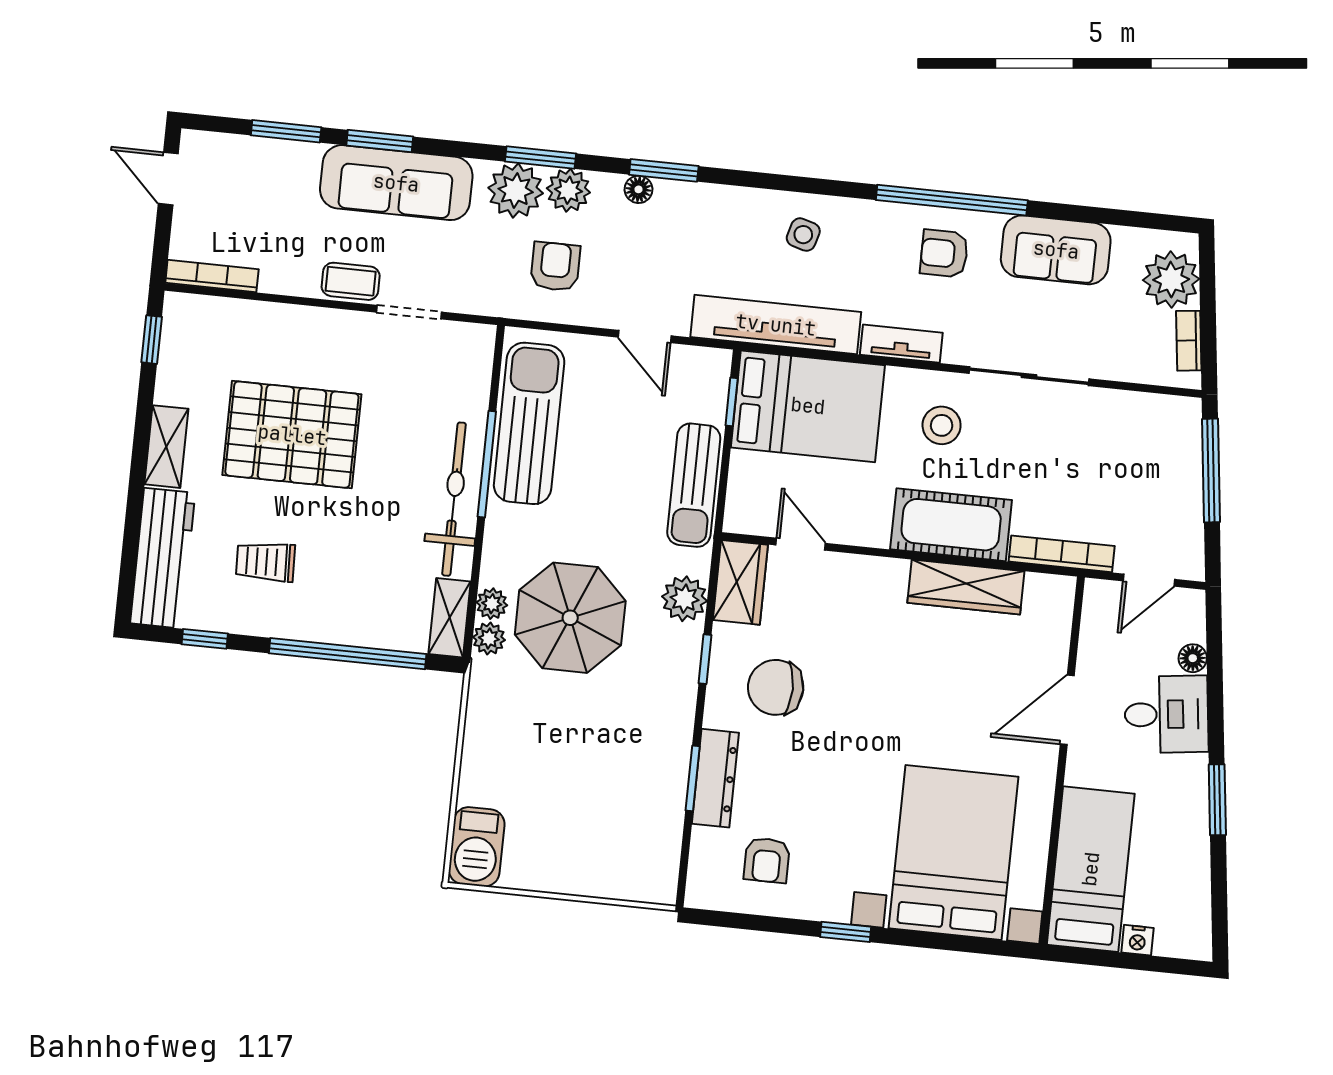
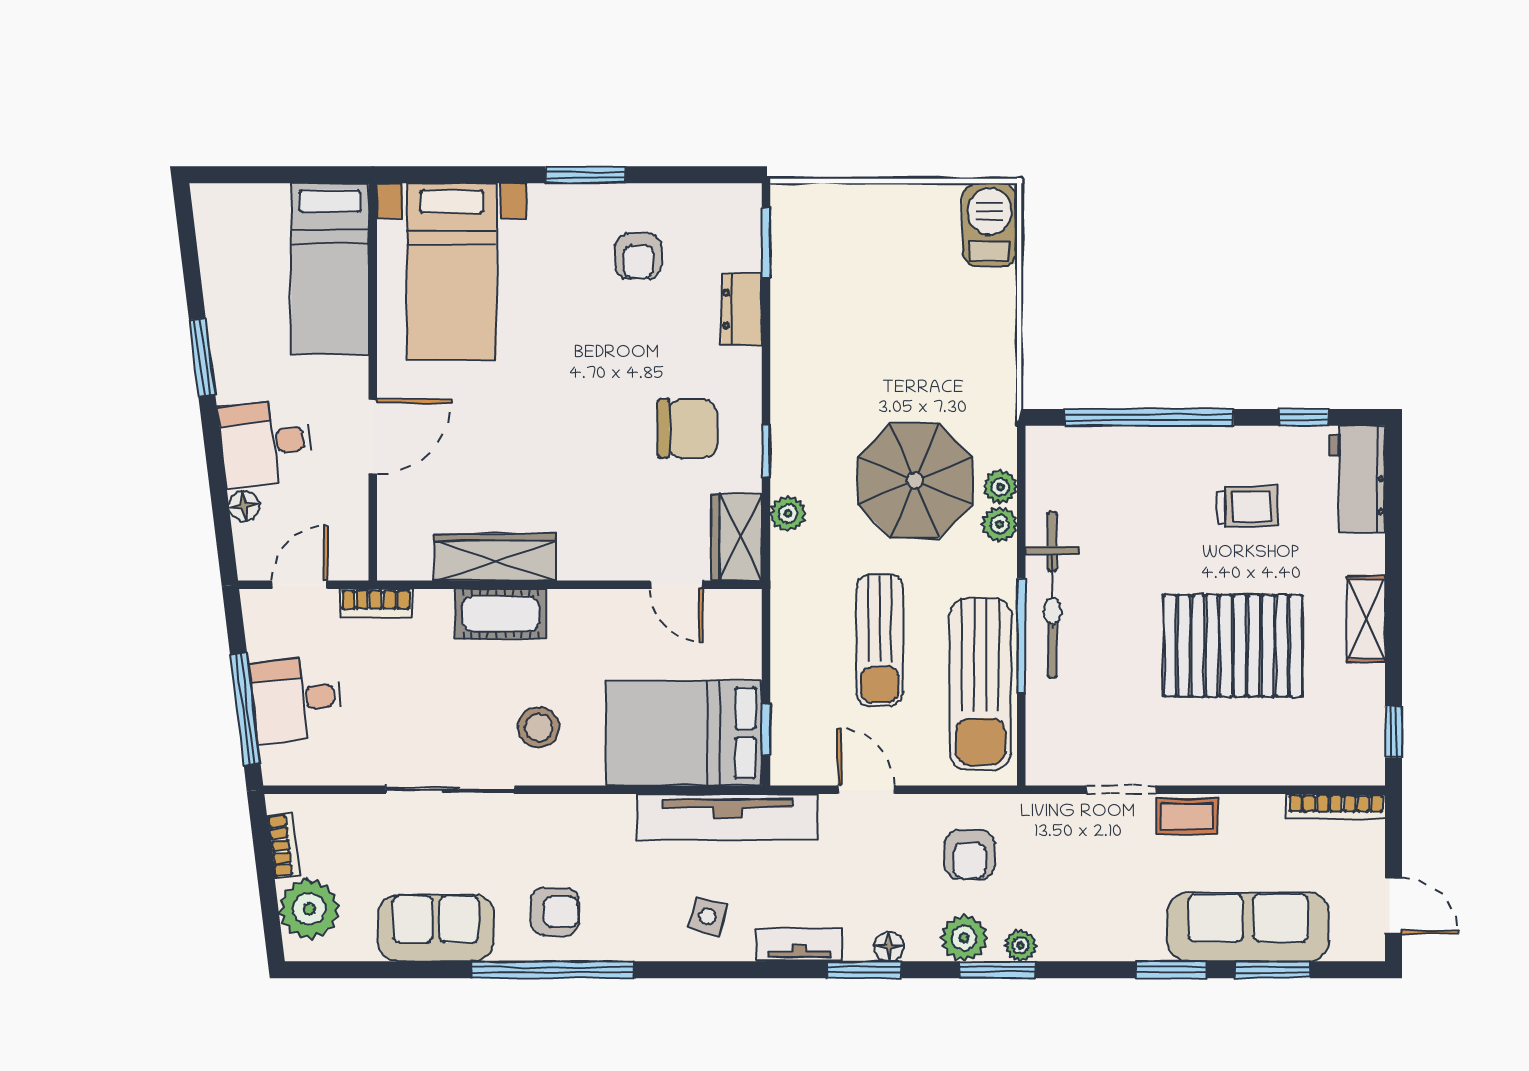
sofa: (396, 183) -> (1248, 927), moved
plant: (516, 191) -> (1021, 945), width x0.53, depth x0.53
tv unit: (901, 344) -> (799, 945), moved, turned 180
desk: (1163, 475) -> (297, 699), added
sun lounger: (694, 485) -> (880, 640), moved, turned 180
cot: (951, 525) -> (501, 614), width x0.73, depth x0.75
bookcase: (1062, 554) -> (376, 603), width x0.64
workbench: (163, 558) -> (1358, 479), width x0.73
plant: (685, 599) -> (788, 513), width x0.73, depth x0.73
shelving: (450, 618) -> (1044, 467), removed
plant: (489, 638) -> (1000, 524), moved
window: (693, 778) -> (766, 242), moved
dresser: (715, 778) -> (742, 309), width x0.70
bed with nightstands: (954, 853) -> (452, 272), width x0.73
armchair: (767, 860) -> (638, 256), moved, turned 180
window: (846, 932) -> (585, 175), width x1.50
nightstand: (1137, 940) -> (272, 198), removed

